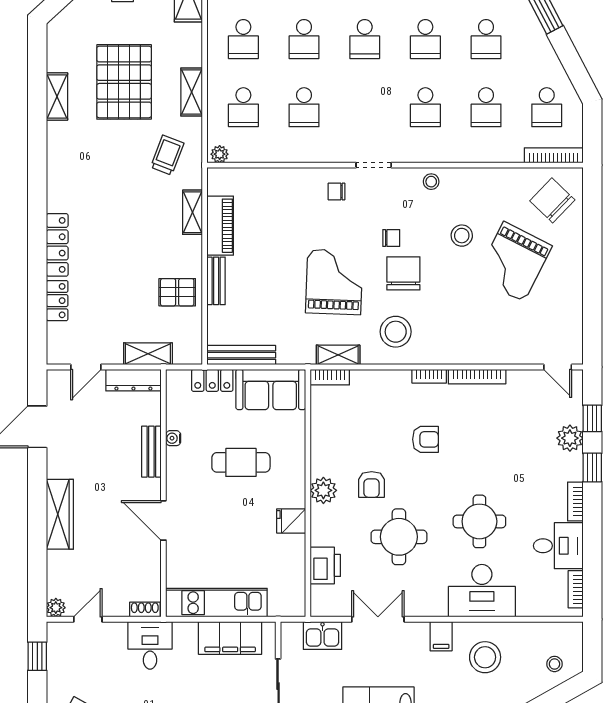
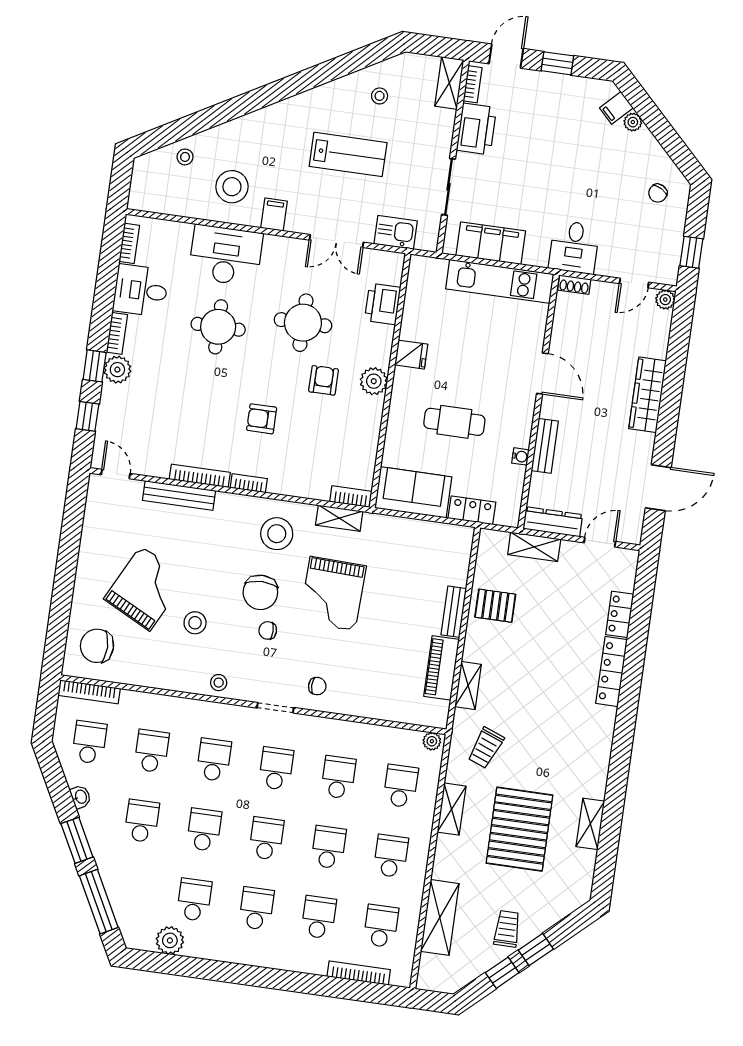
washbasin: (548, 54) -> (81, 797), added
school desk: (365, 107) -> (276, 769), added
chair: (552, 200) -> (97, 646), turned 136
bench: (241, 355) -> (179, 495), moved
plant: (570, 438) -> (117, 370), moved
stool: (554, 664) -> (185, 157), moved

